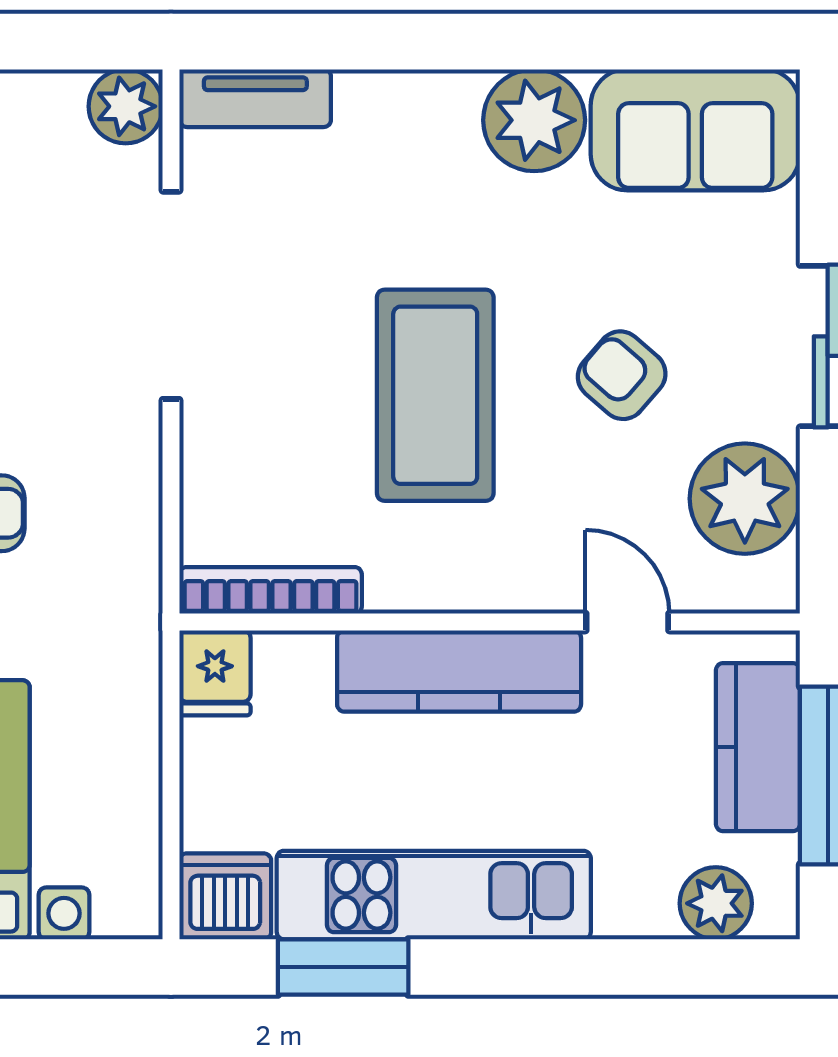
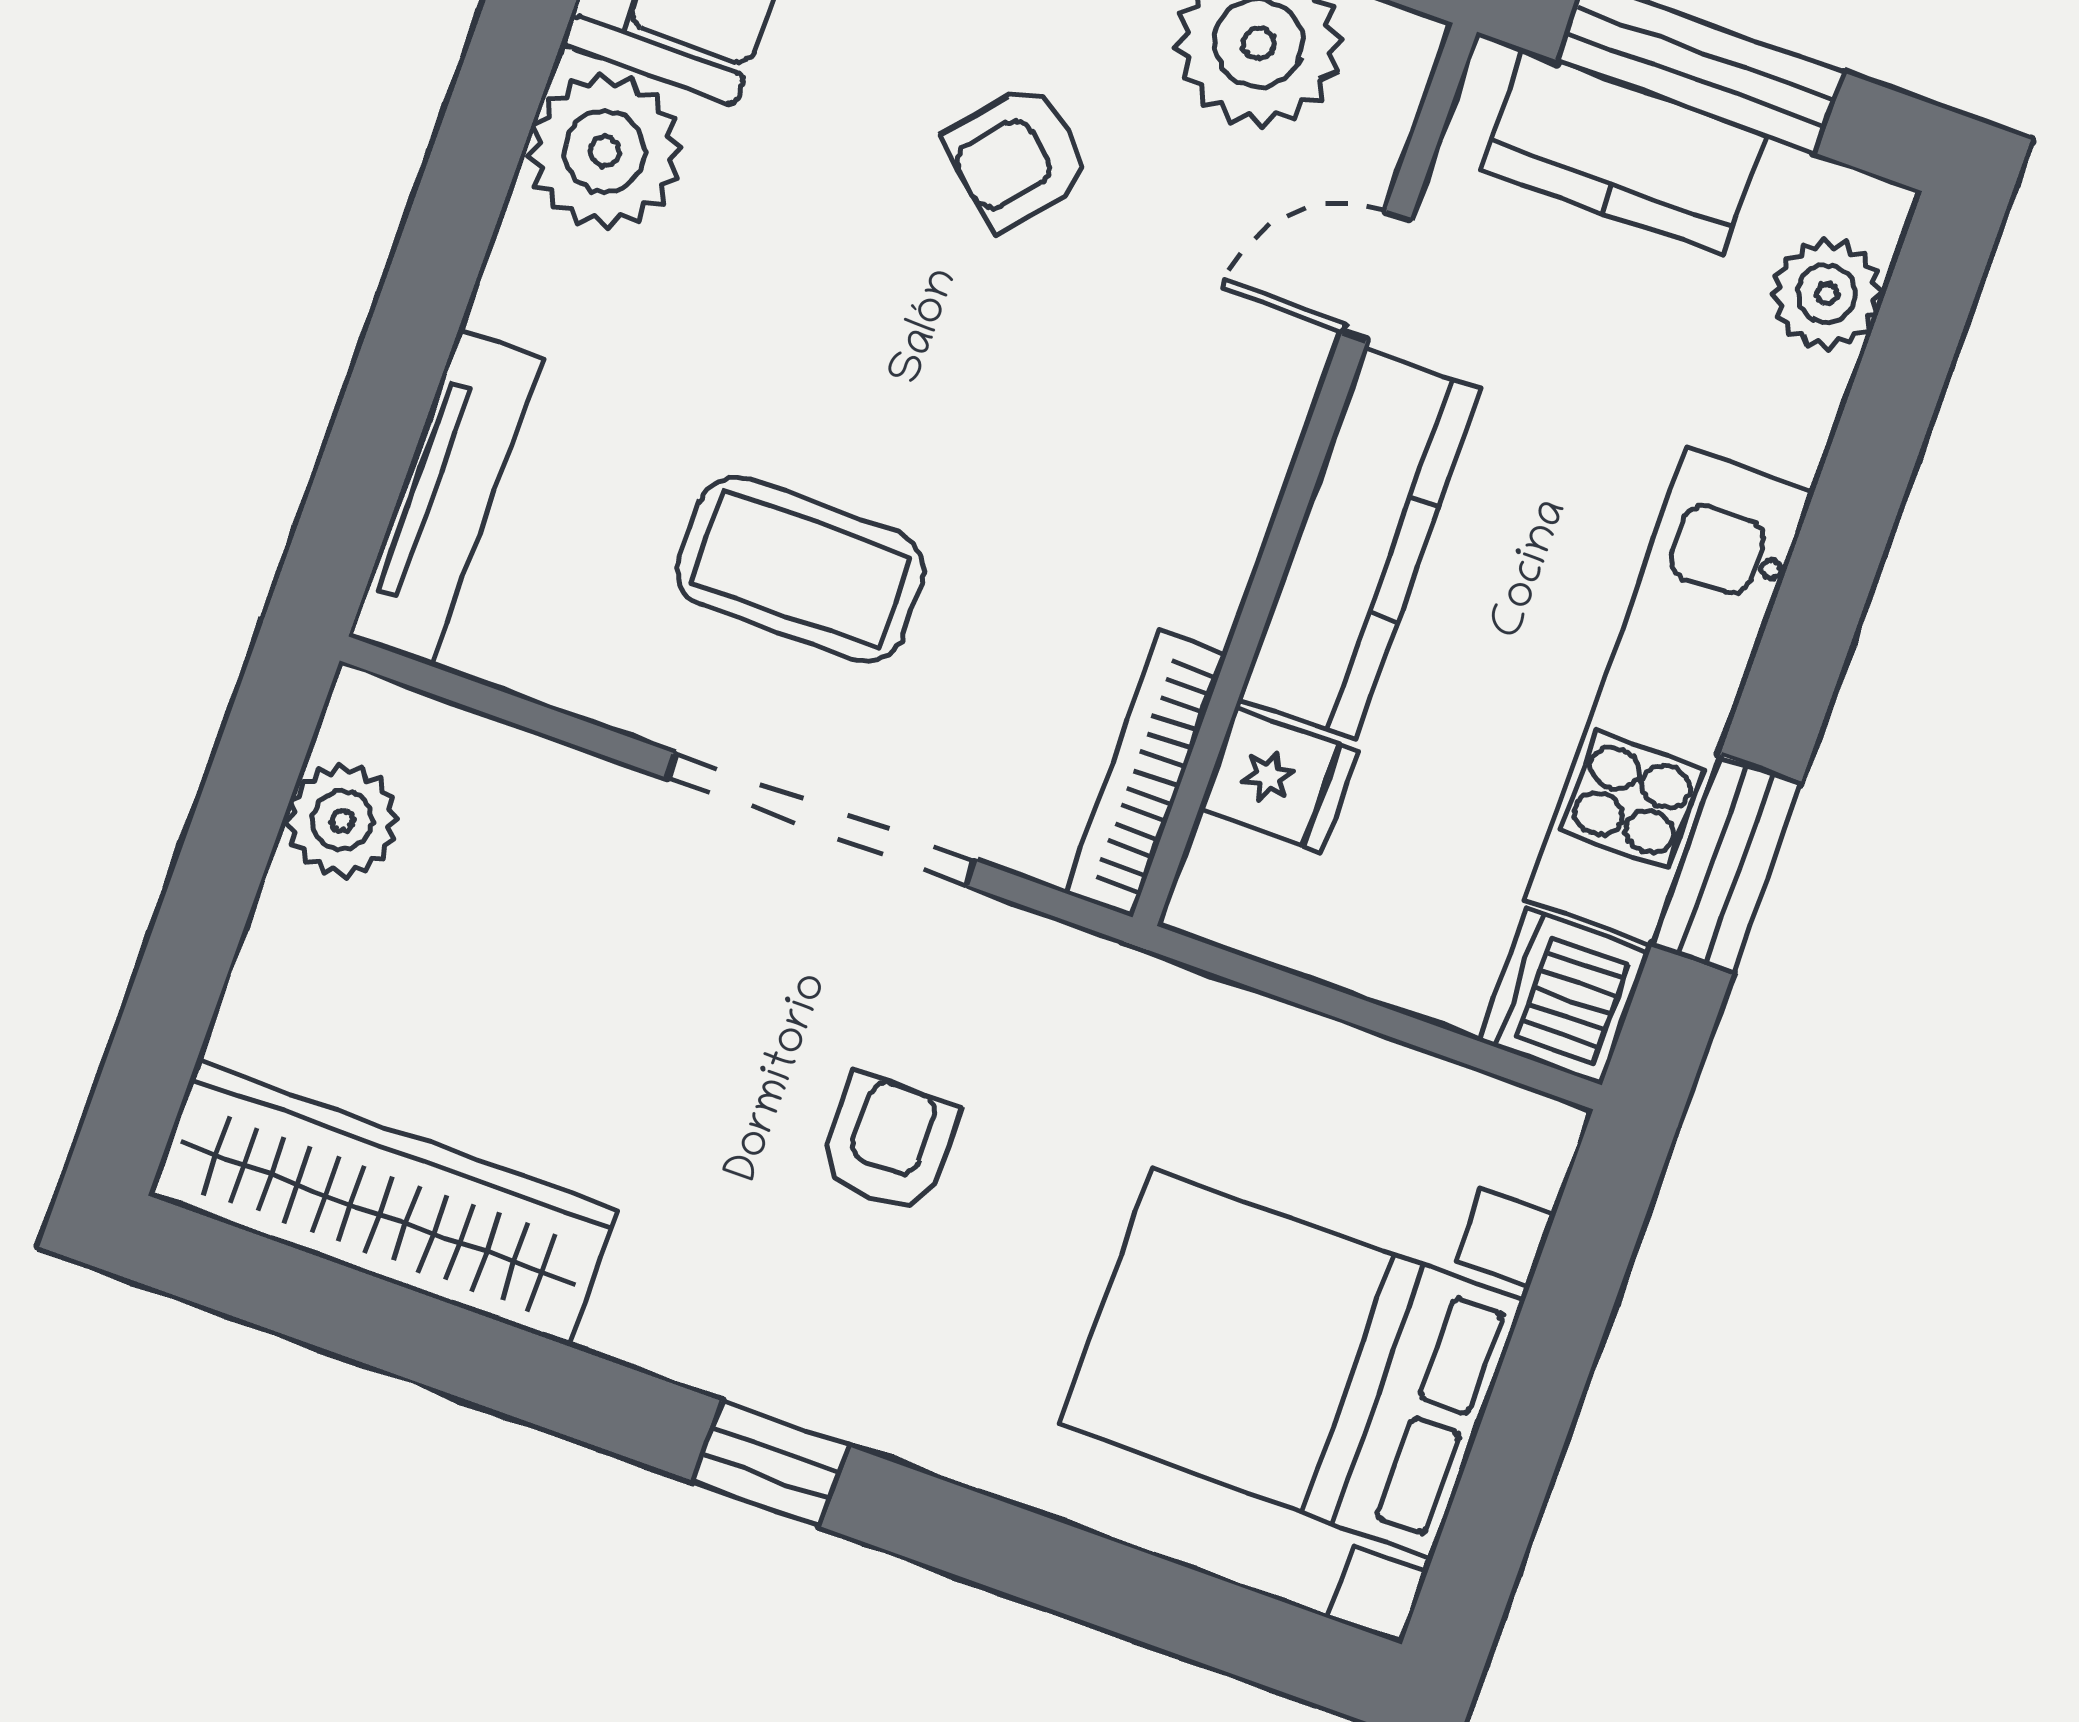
tv unit: (255, 98) -> (445, 497), width x1.41
plant: (126, 106) -> (342, 820), moved
doorway: (171, 295) -> (821, 819), moved
coffee table: (435, 395) -> (800, 569), moved, width x0.73, depth x0.76
fridge: (215, 673) -> (1278, 780), moved

